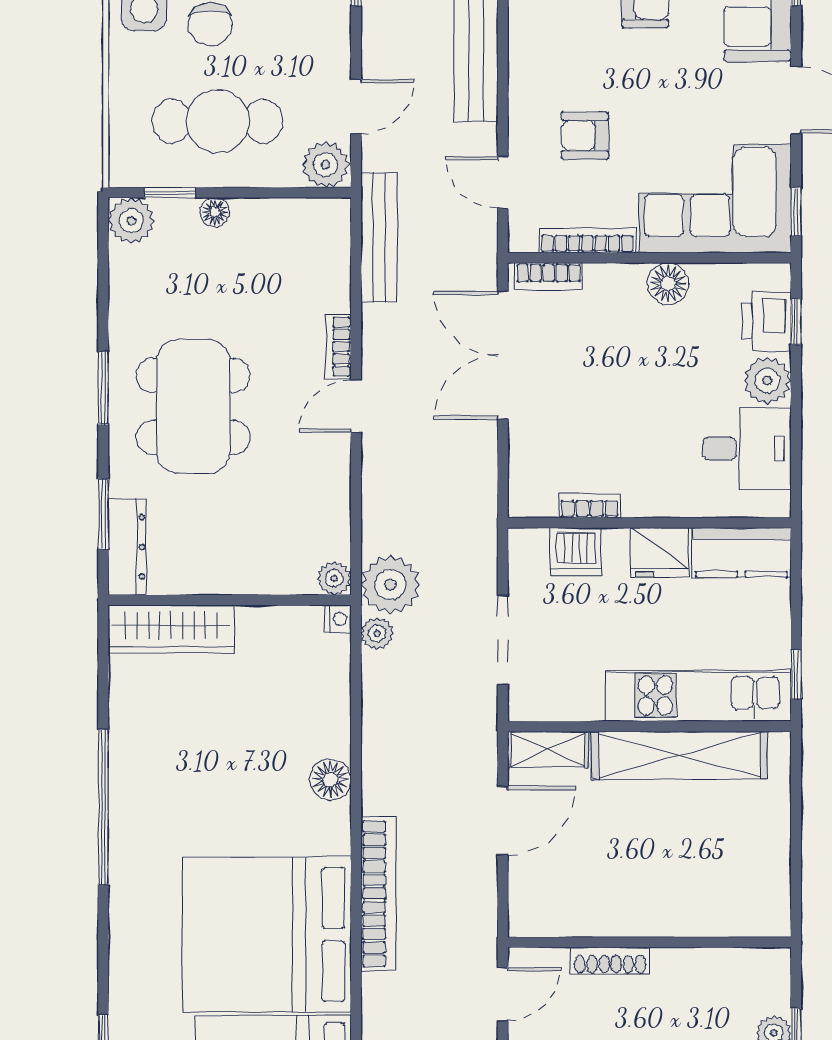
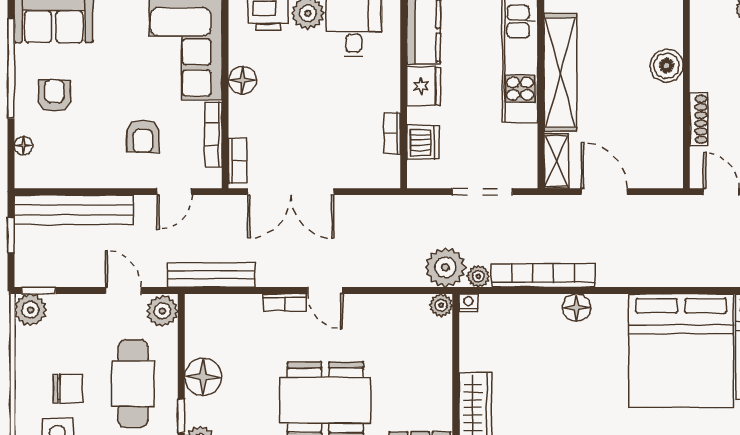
floor lamp: (215, 212) -> (203, 377), width x1.89, depth x1.89
bookcase: (378, 894) -> (543, 275), moved
boiler: (690, 913) -> (667, 66), added

